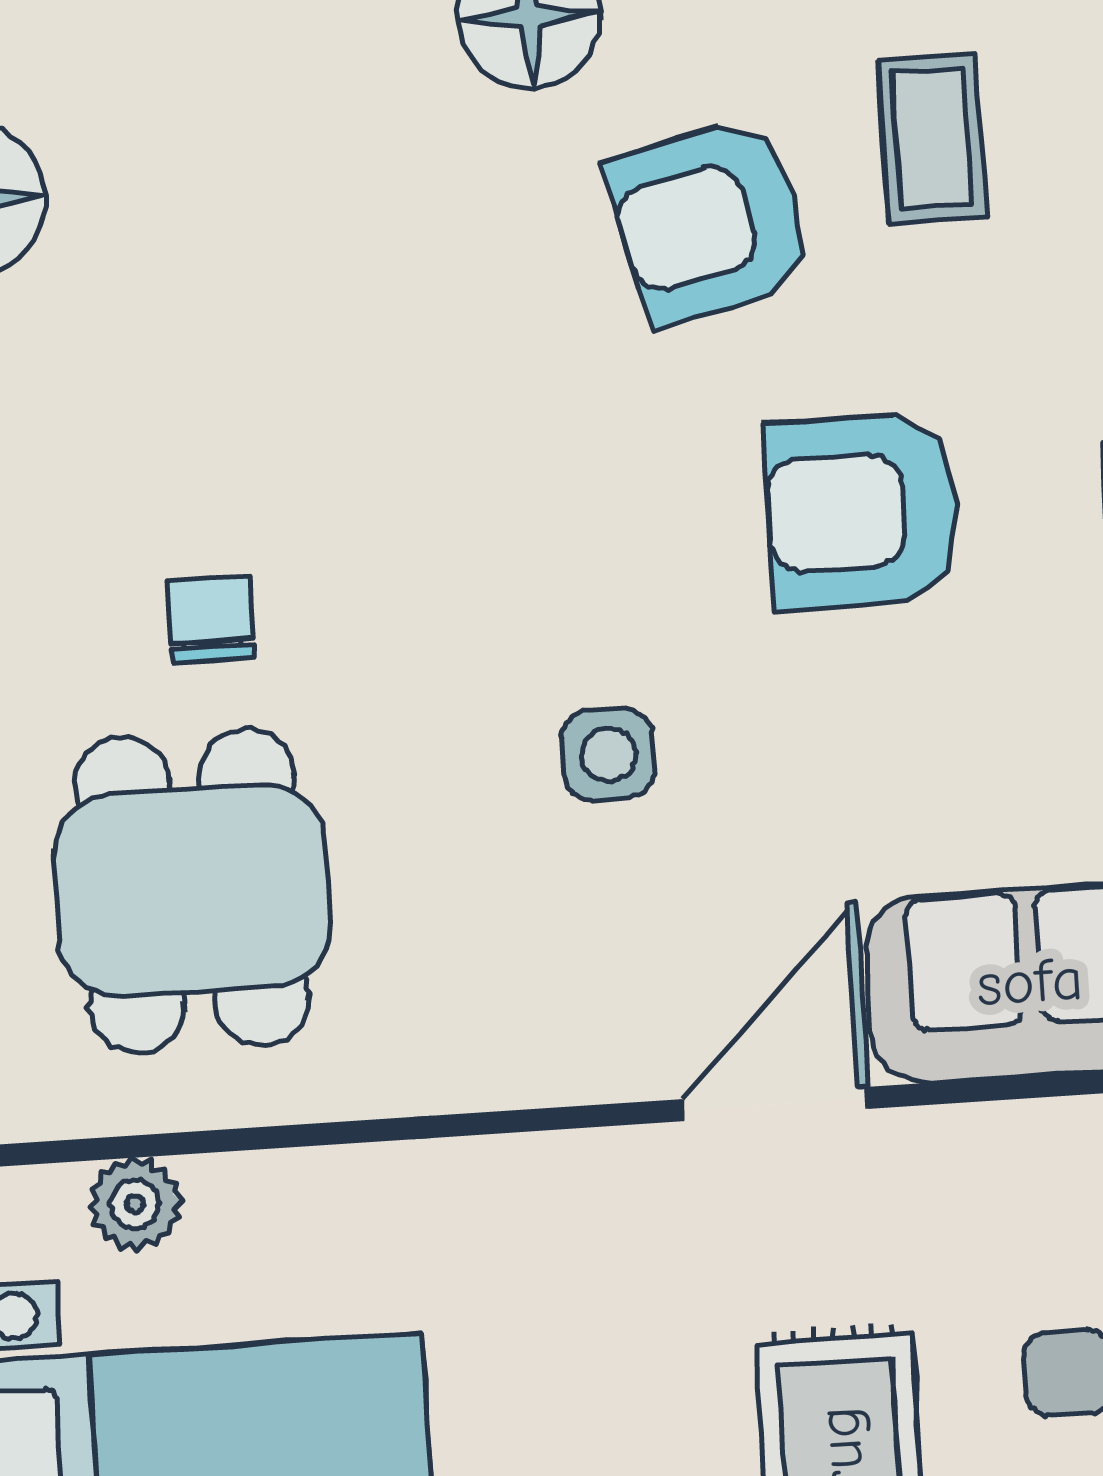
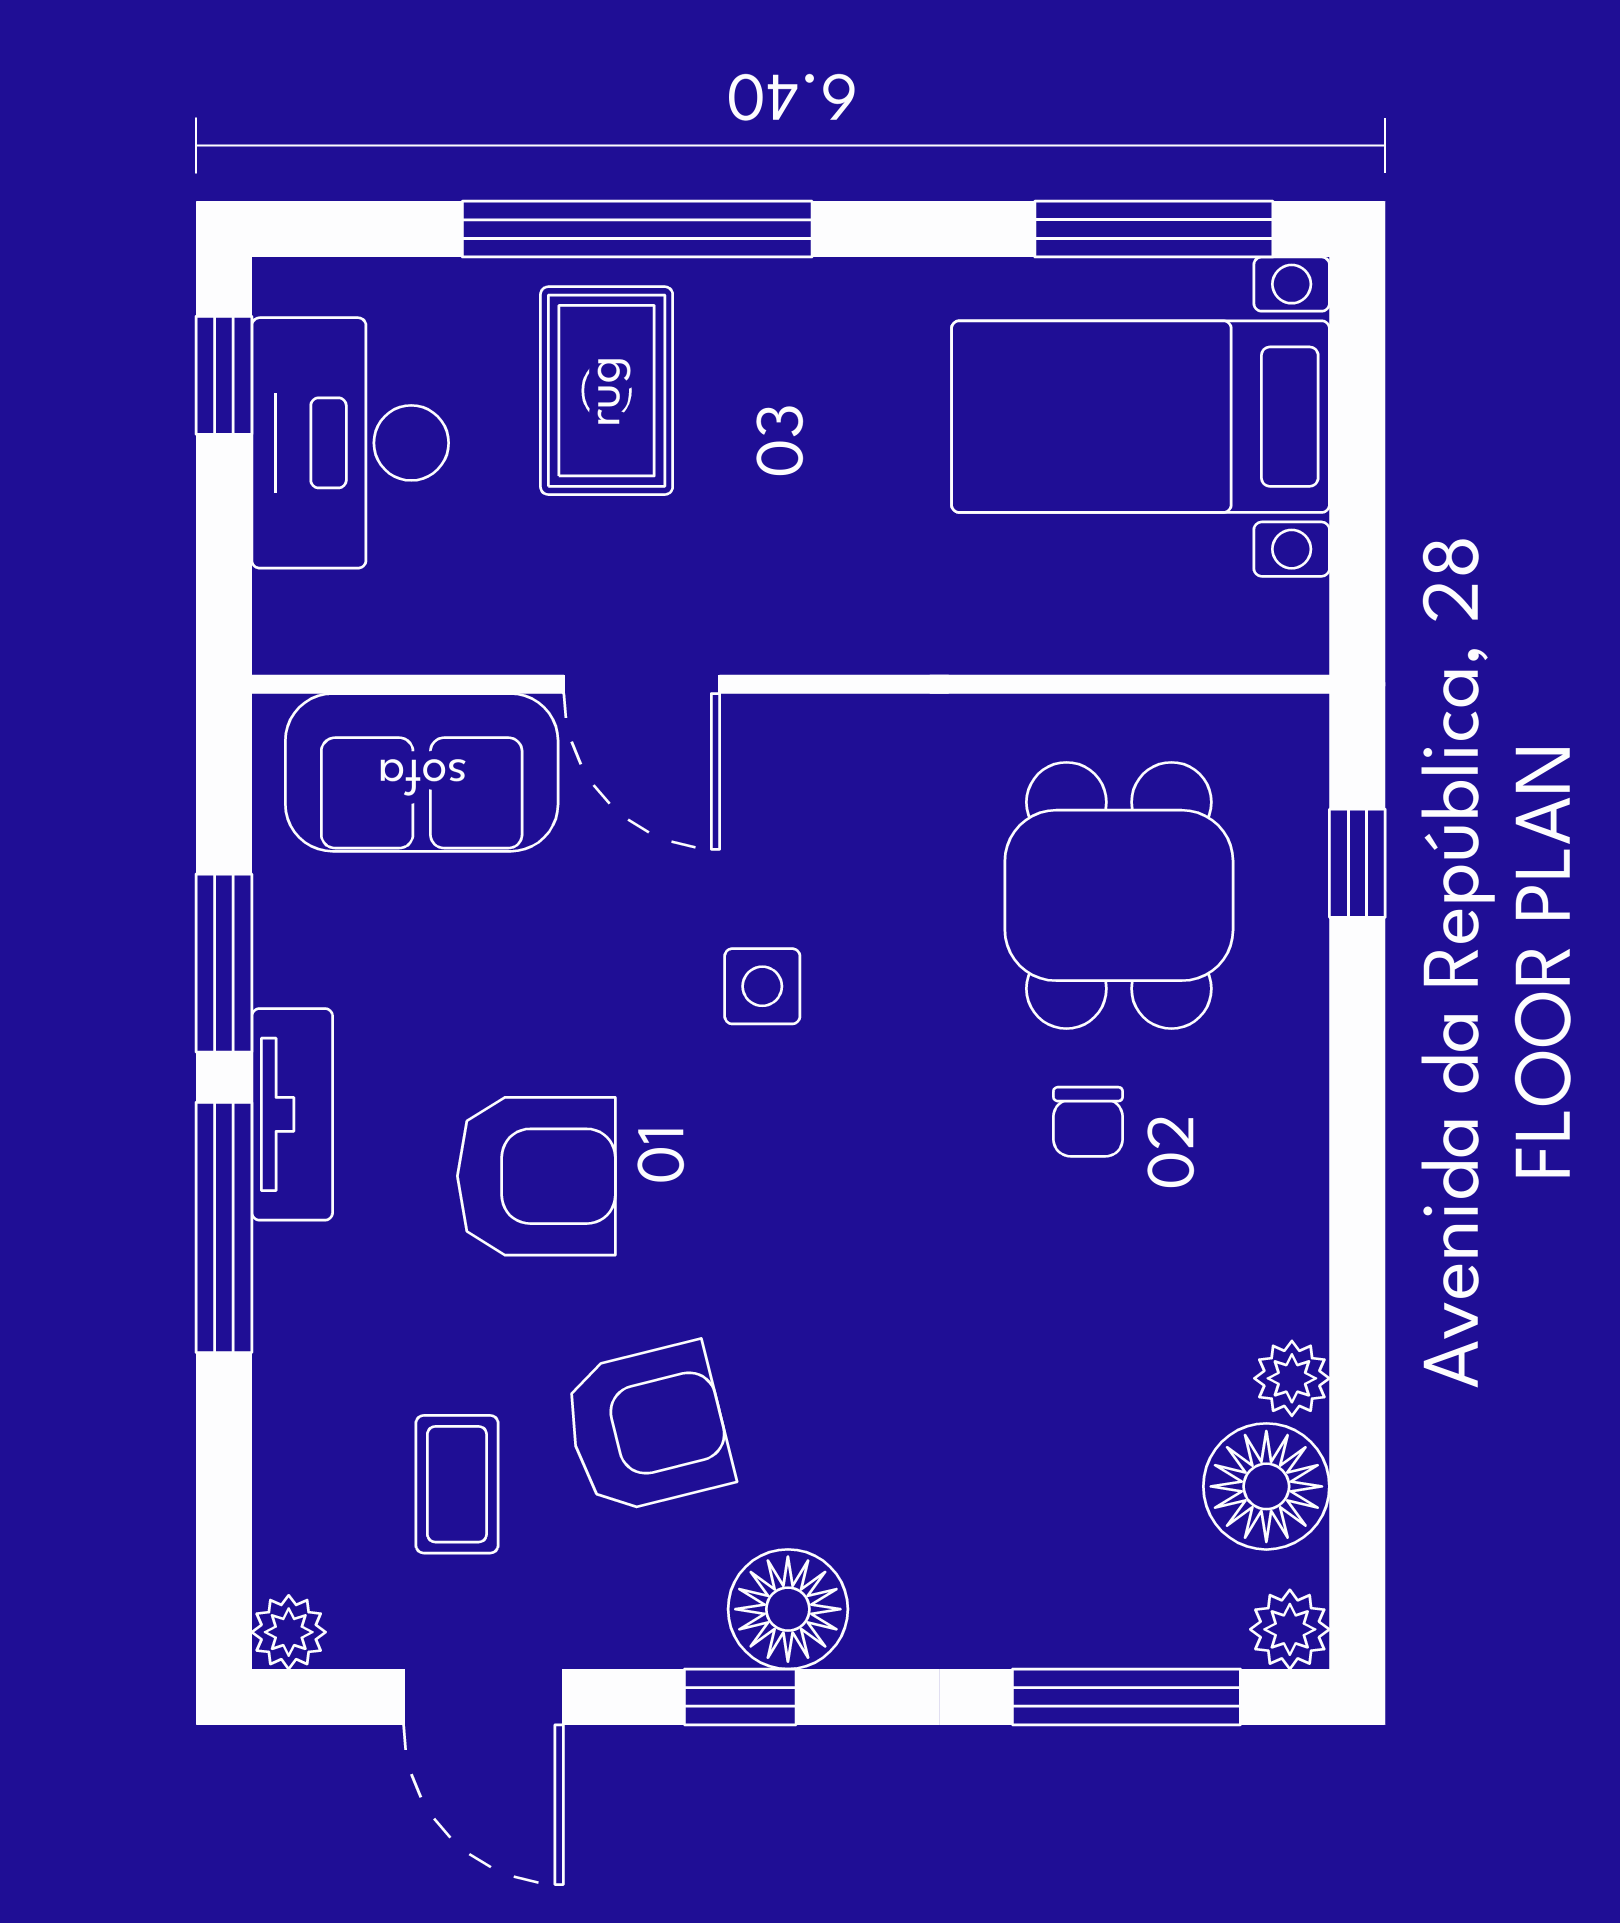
door: (776, 1104) -> (642, 684), hinge flipped
plant: (135, 1204) -> (1184, 636), removed

